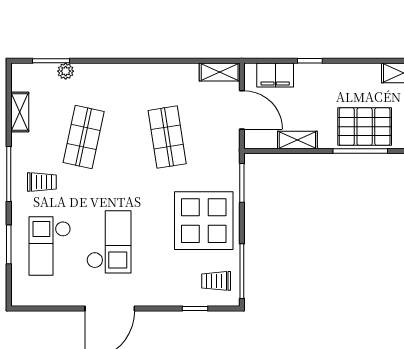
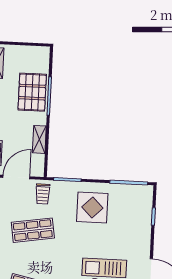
display table: (204, 221) -> (92, 208), width x0.73, depth x0.73
trolley: (216, 281) -> (43, 194), moved

